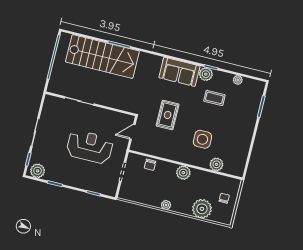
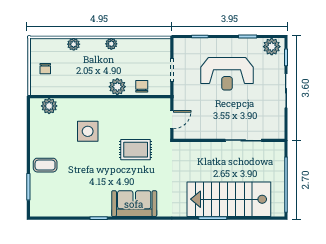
plant: (206, 74) -> (103, 209), removed
plant: (238, 80) -> (64, 211), removed
coffee table: (214, 98) -> (45, 165), moved
rug: (168, 115) -> (136, 150), turned 90
reception desk: (90, 147) -> (227, 74), moved
plant: (216, 164) -> (49, 106), moved
plant: (183, 173) -> (117, 87), moved
plant: (202, 209) -> (74, 44), width x0.53, depth x0.53

